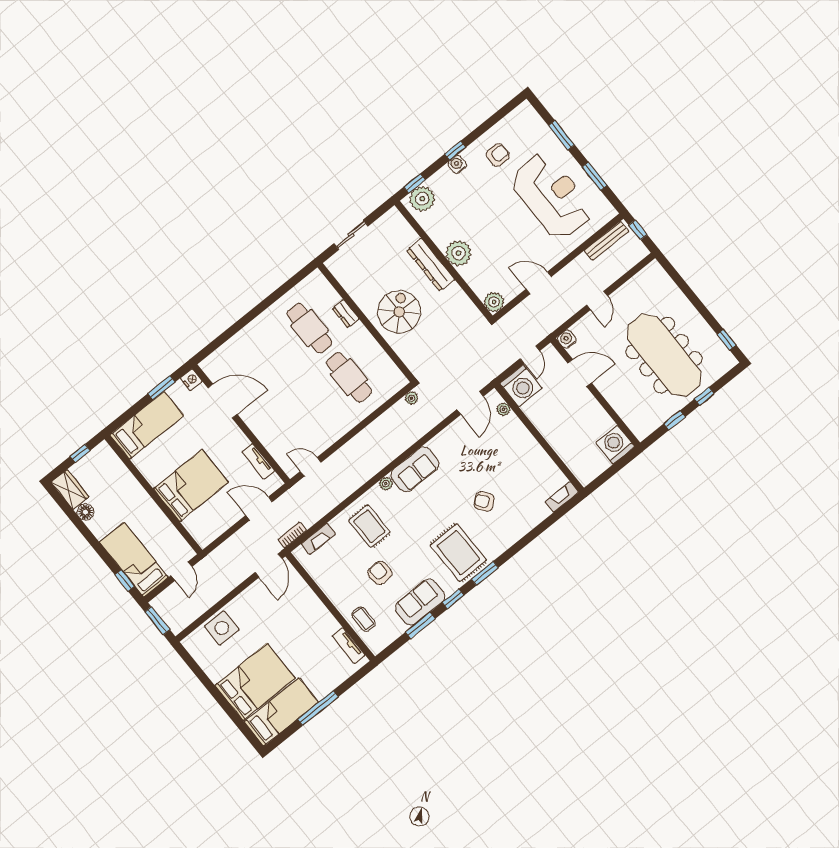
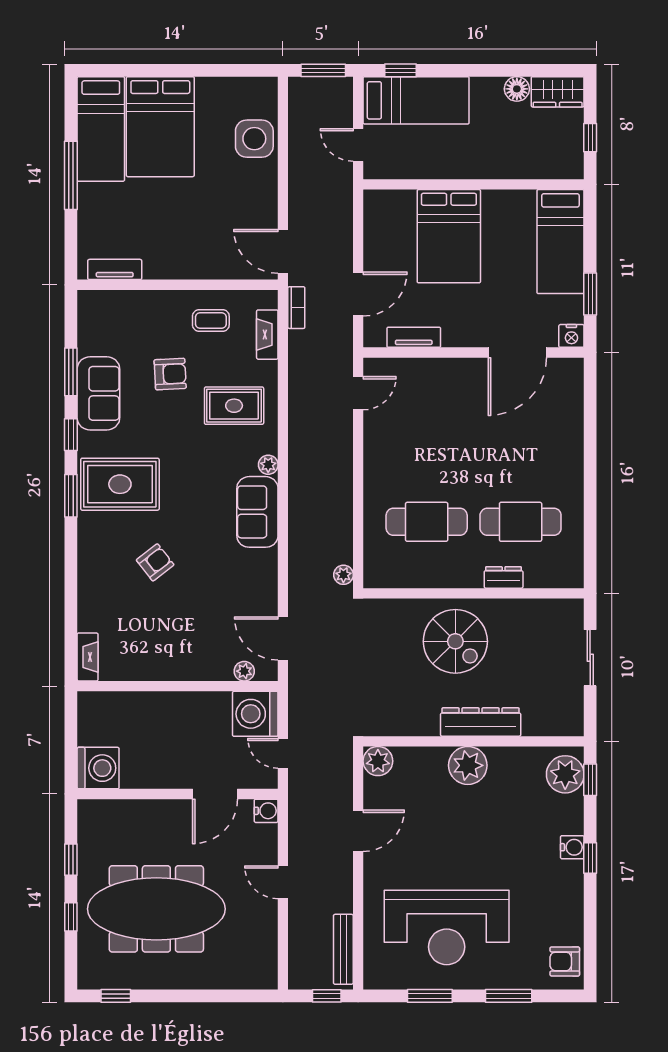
armchair: (498, 155) -> (565, 961), moved, turned 90
coffee table: (364, 619) -> (211, 321), moved

